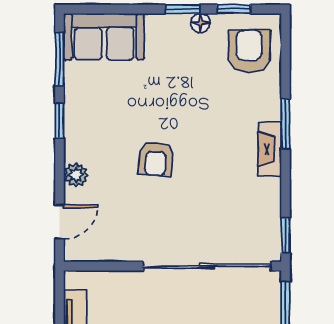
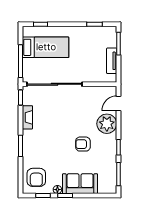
sofa: (104, 37) -> (80, 184), moved
fireplace: (270, 149) -> (27, 117), moved
armchair: (156, 159) -> (83, 144), moved, turned -95
plant: (76, 175) -> (107, 124), width x1.88, depth x1.88

